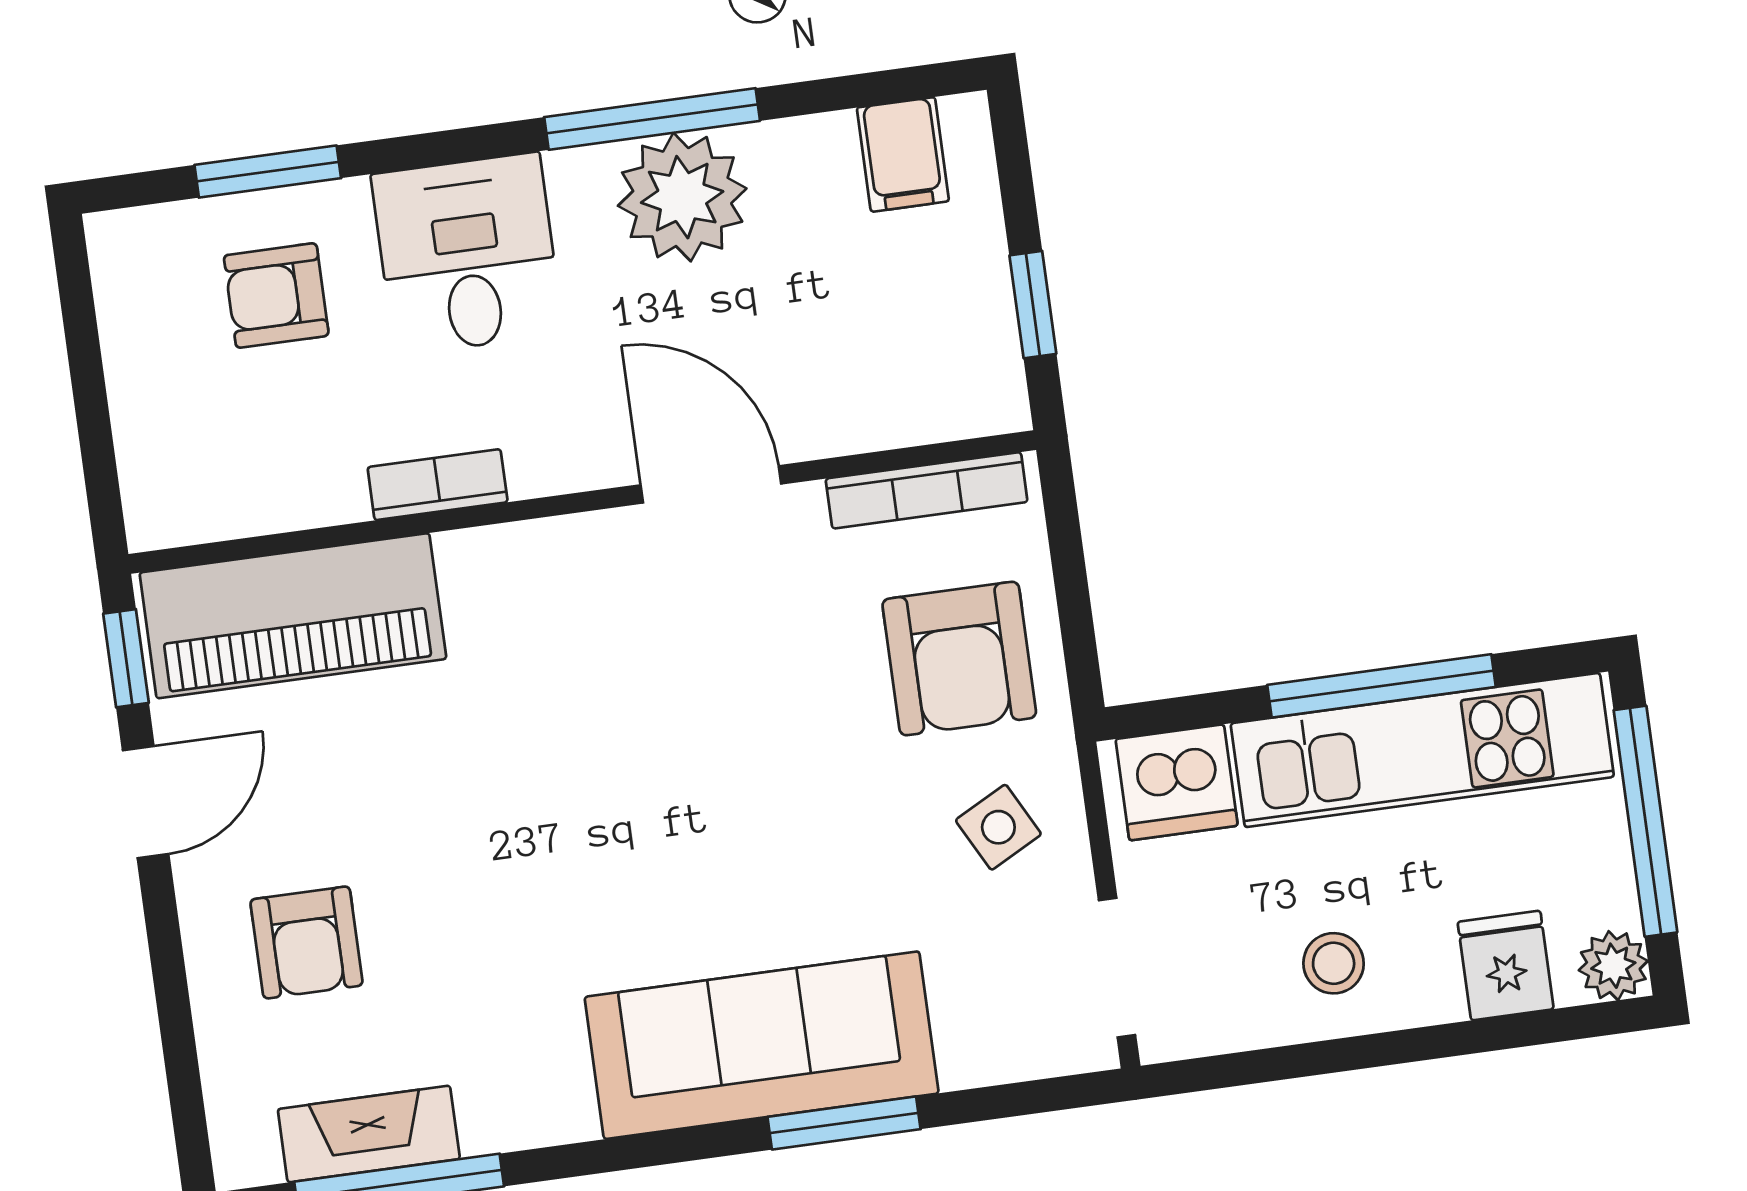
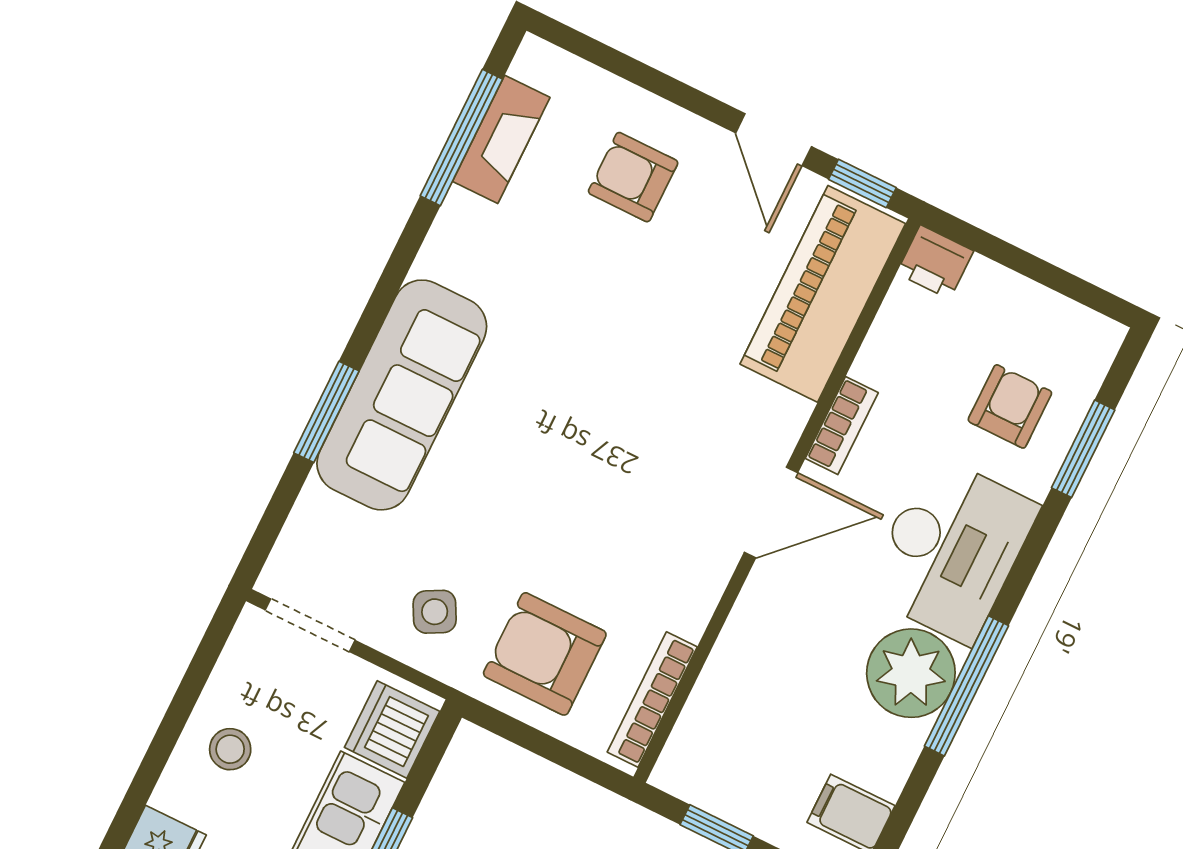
desk: (467, 254) -> (951, 550), width x1.37
door: (711, 484) -> (771, 512), moved
printer: (162, 505) -> (935, 262), added

